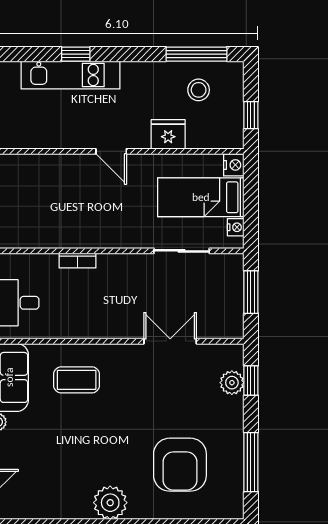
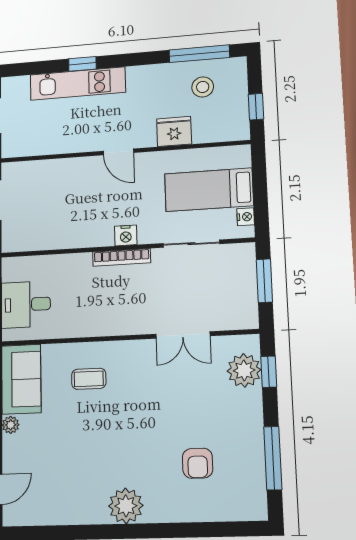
nightstand: (234, 165) -> (126, 235), moved, turned 90
bookcase: (78, 261) -> (122, 257), moved, width x1.56
double door: (170, 341) -> (183, 335), swing flipped
coffee table: (77, 380) -> (89, 379), width x0.73, depth x0.77
plant: (232, 383) -> (244, 370), width x1.36, depth x1.36
armchair: (180, 465) -> (198, 463), width x0.53, depth x0.53

